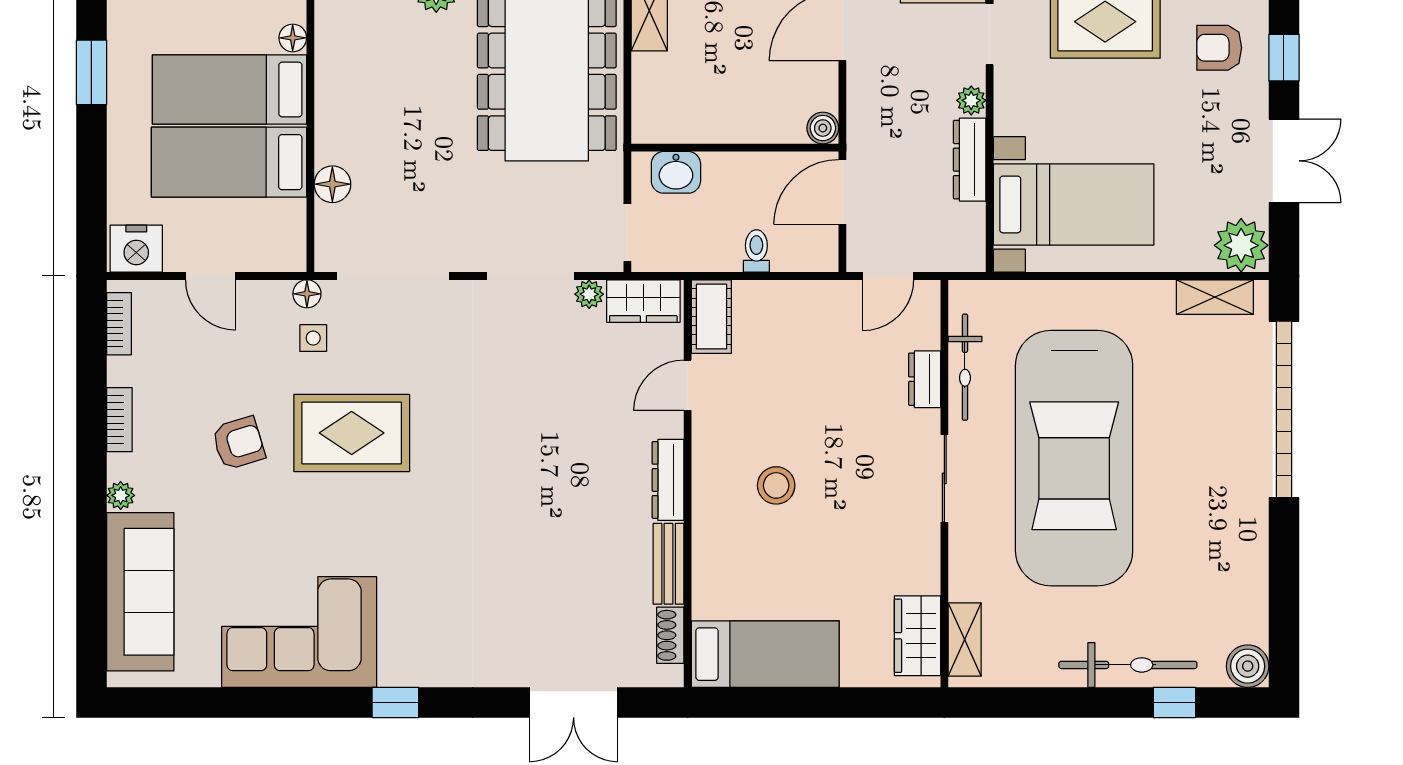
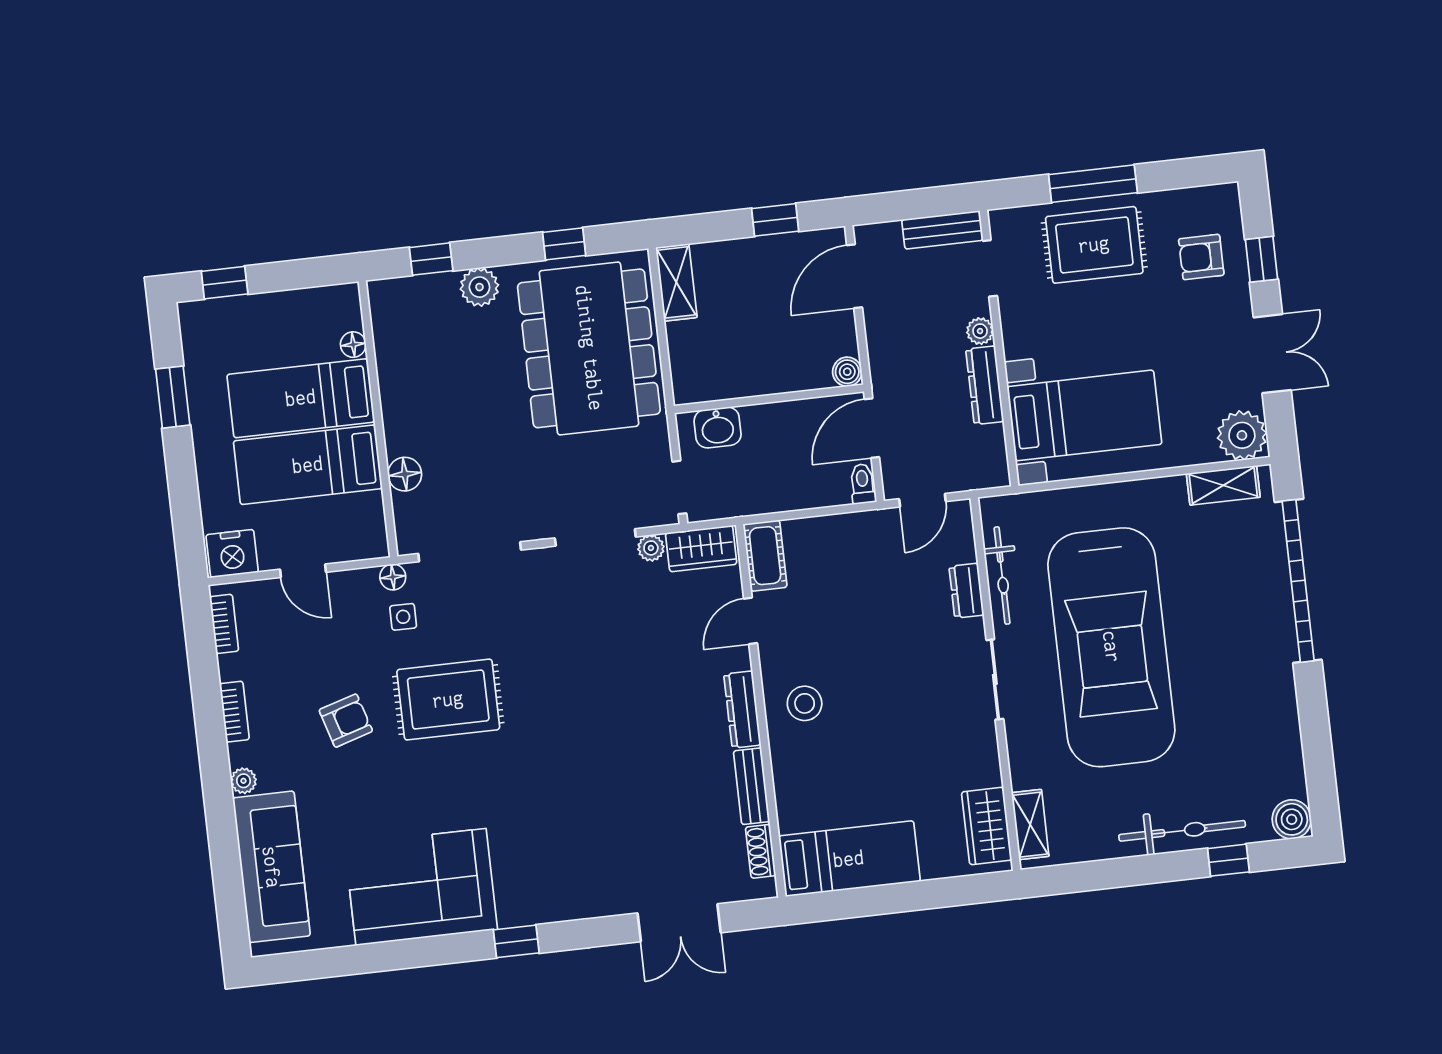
toilet: (756, 251) -> (863, 484), moved
stool: (776, 485) -> (805, 703), moved

